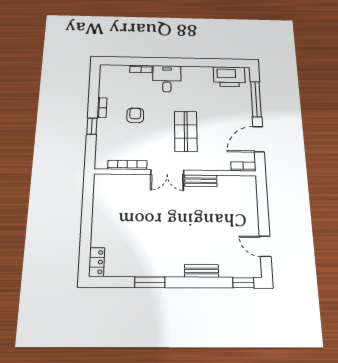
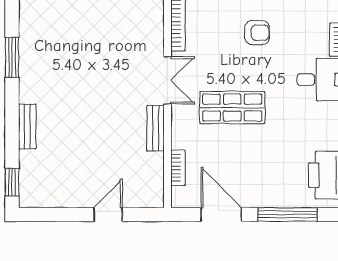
bookcase: (243, 167) -> (178, 168), moved
double door: (167, 172) -> (168, 80), swing flipped
door: (265, 246) -> (108, 214), moved

